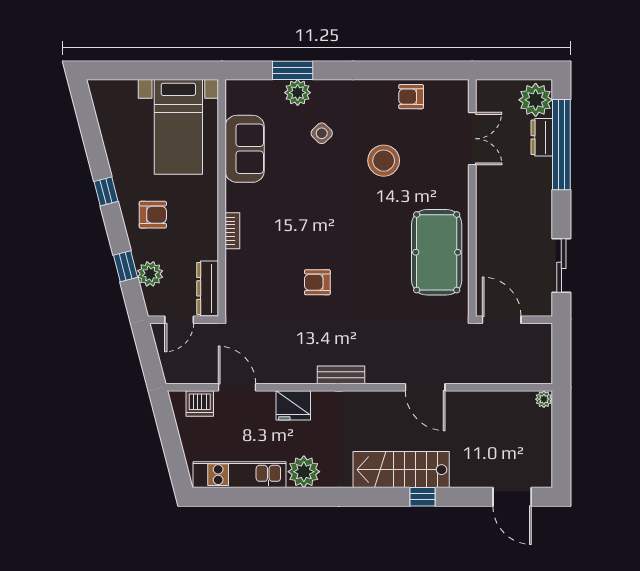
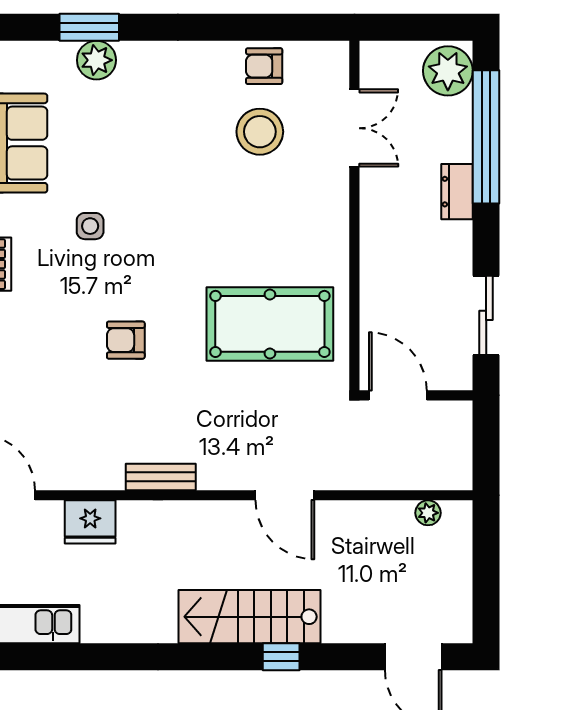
side table: (322, 133) -> (90, 226), moved, turned 45
dresser: (542, 137) -> (457, 192), moved
stool: (384, 161) -> (260, 132), moved
pool table: (437, 252) -> (270, 324), moved, turned 90
plant: (544, 399) -> (428, 513), moved
plant: (304, 472) -> (106, 620), removed

